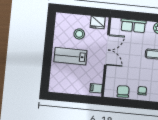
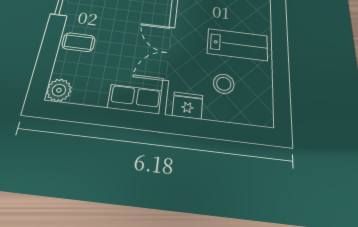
row of seats: (133, 26) -> (135, 99), moved

